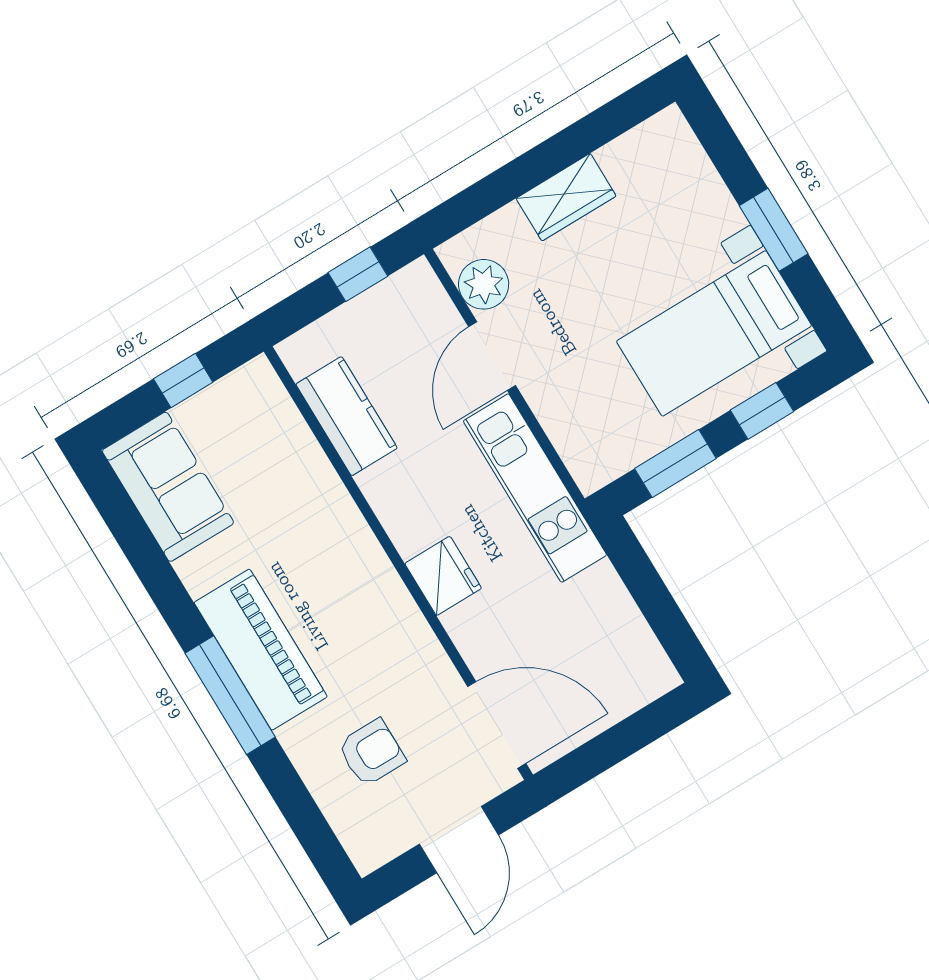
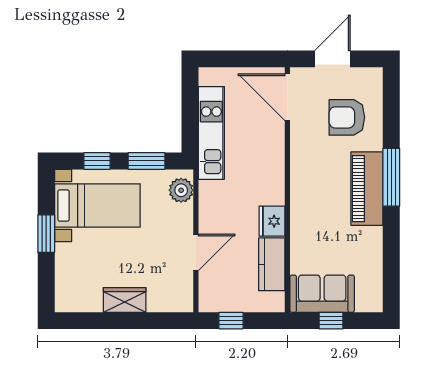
plant: (484, 284) -> (181, 190), moved
sofa: (168, 487) -> (322, 294), moved, turned 90
kitchen unit: (535, 488) -> (211, 133), moved
fridge: (443, 576) -> (272, 221), moved
armchair: (372, 753) -> (347, 117), width x1.38, depth x1.38

